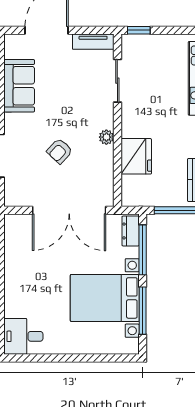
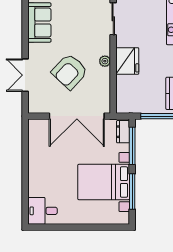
armchair: (60, 151) -> (70, 72), width x1.88, depth x1.88
fridge: (136, 156) -> (127, 61), moved

